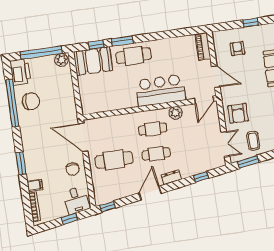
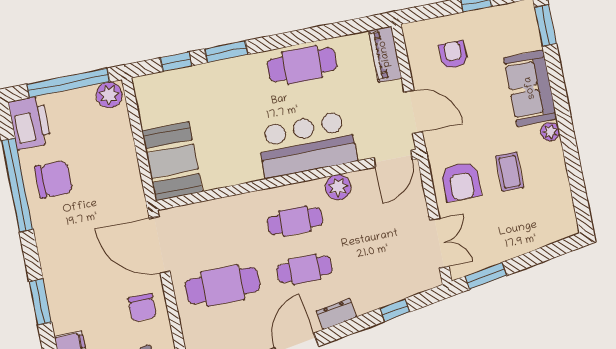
cafe table: (134, 56) -> (302, 65), moved
booth: (93, 61) -> (172, 161), moved, turned 90
coffee table: (253, 141) -> (510, 172), moved

